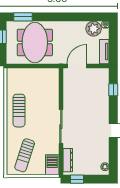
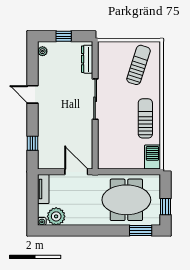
meeting table: (35, 42) -> (126, 200), turned 90
door: (77, 66) -> (76, 172), swing flipped
barbecue: (52, 165) -> (152, 157), moved, turned 180
window: (77, 179) -> (64, 36), moved

